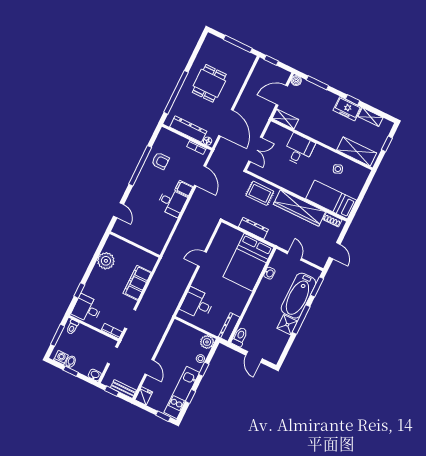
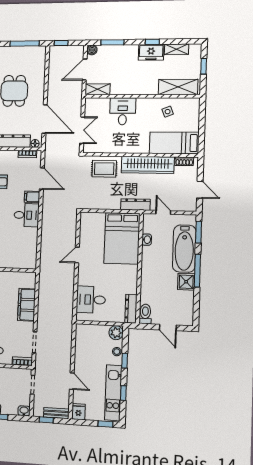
dresser: (253, 228) -> (135, 205), moved

